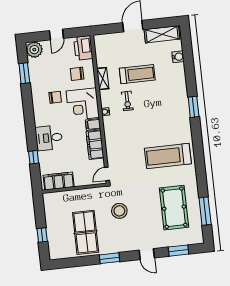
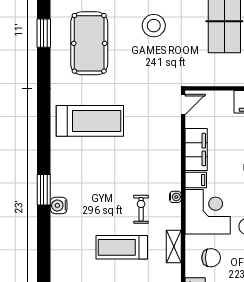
water cooler: (178, 57) -> (59, 205), moved
stool: (119, 211) -> (154, 26), moved
window: (205, 211) -> (44, 33), width x0.69

